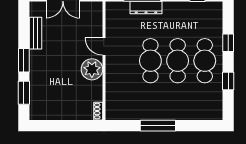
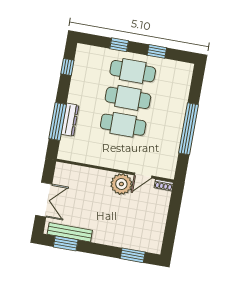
bench: (36, 33) -> (70, 232), width x1.36
door: (104, 47) -> (143, 176), moved
window: (24, 60) -> (66, 243), moved
window: (158, 126) -> (189, 129), width x1.46

